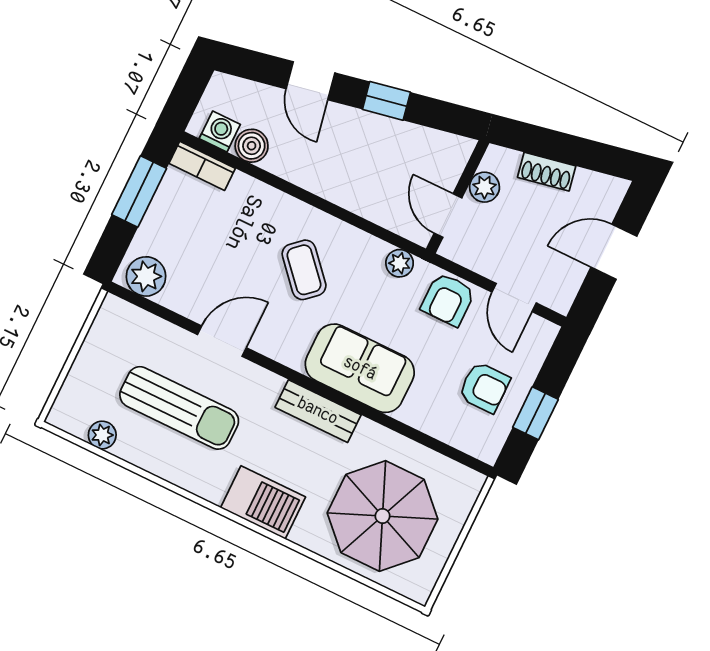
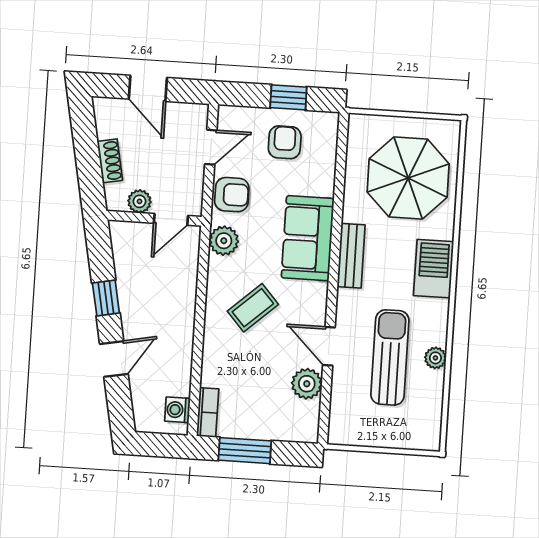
boiler: (252, 146) -> (178, 383), removed
plant: (400, 263) -> (224, 241), width x1.38, depth x1.38
plant: (146, 276) -> (307, 384), moved
plant: (102, 435) -> (435, 358), moved

